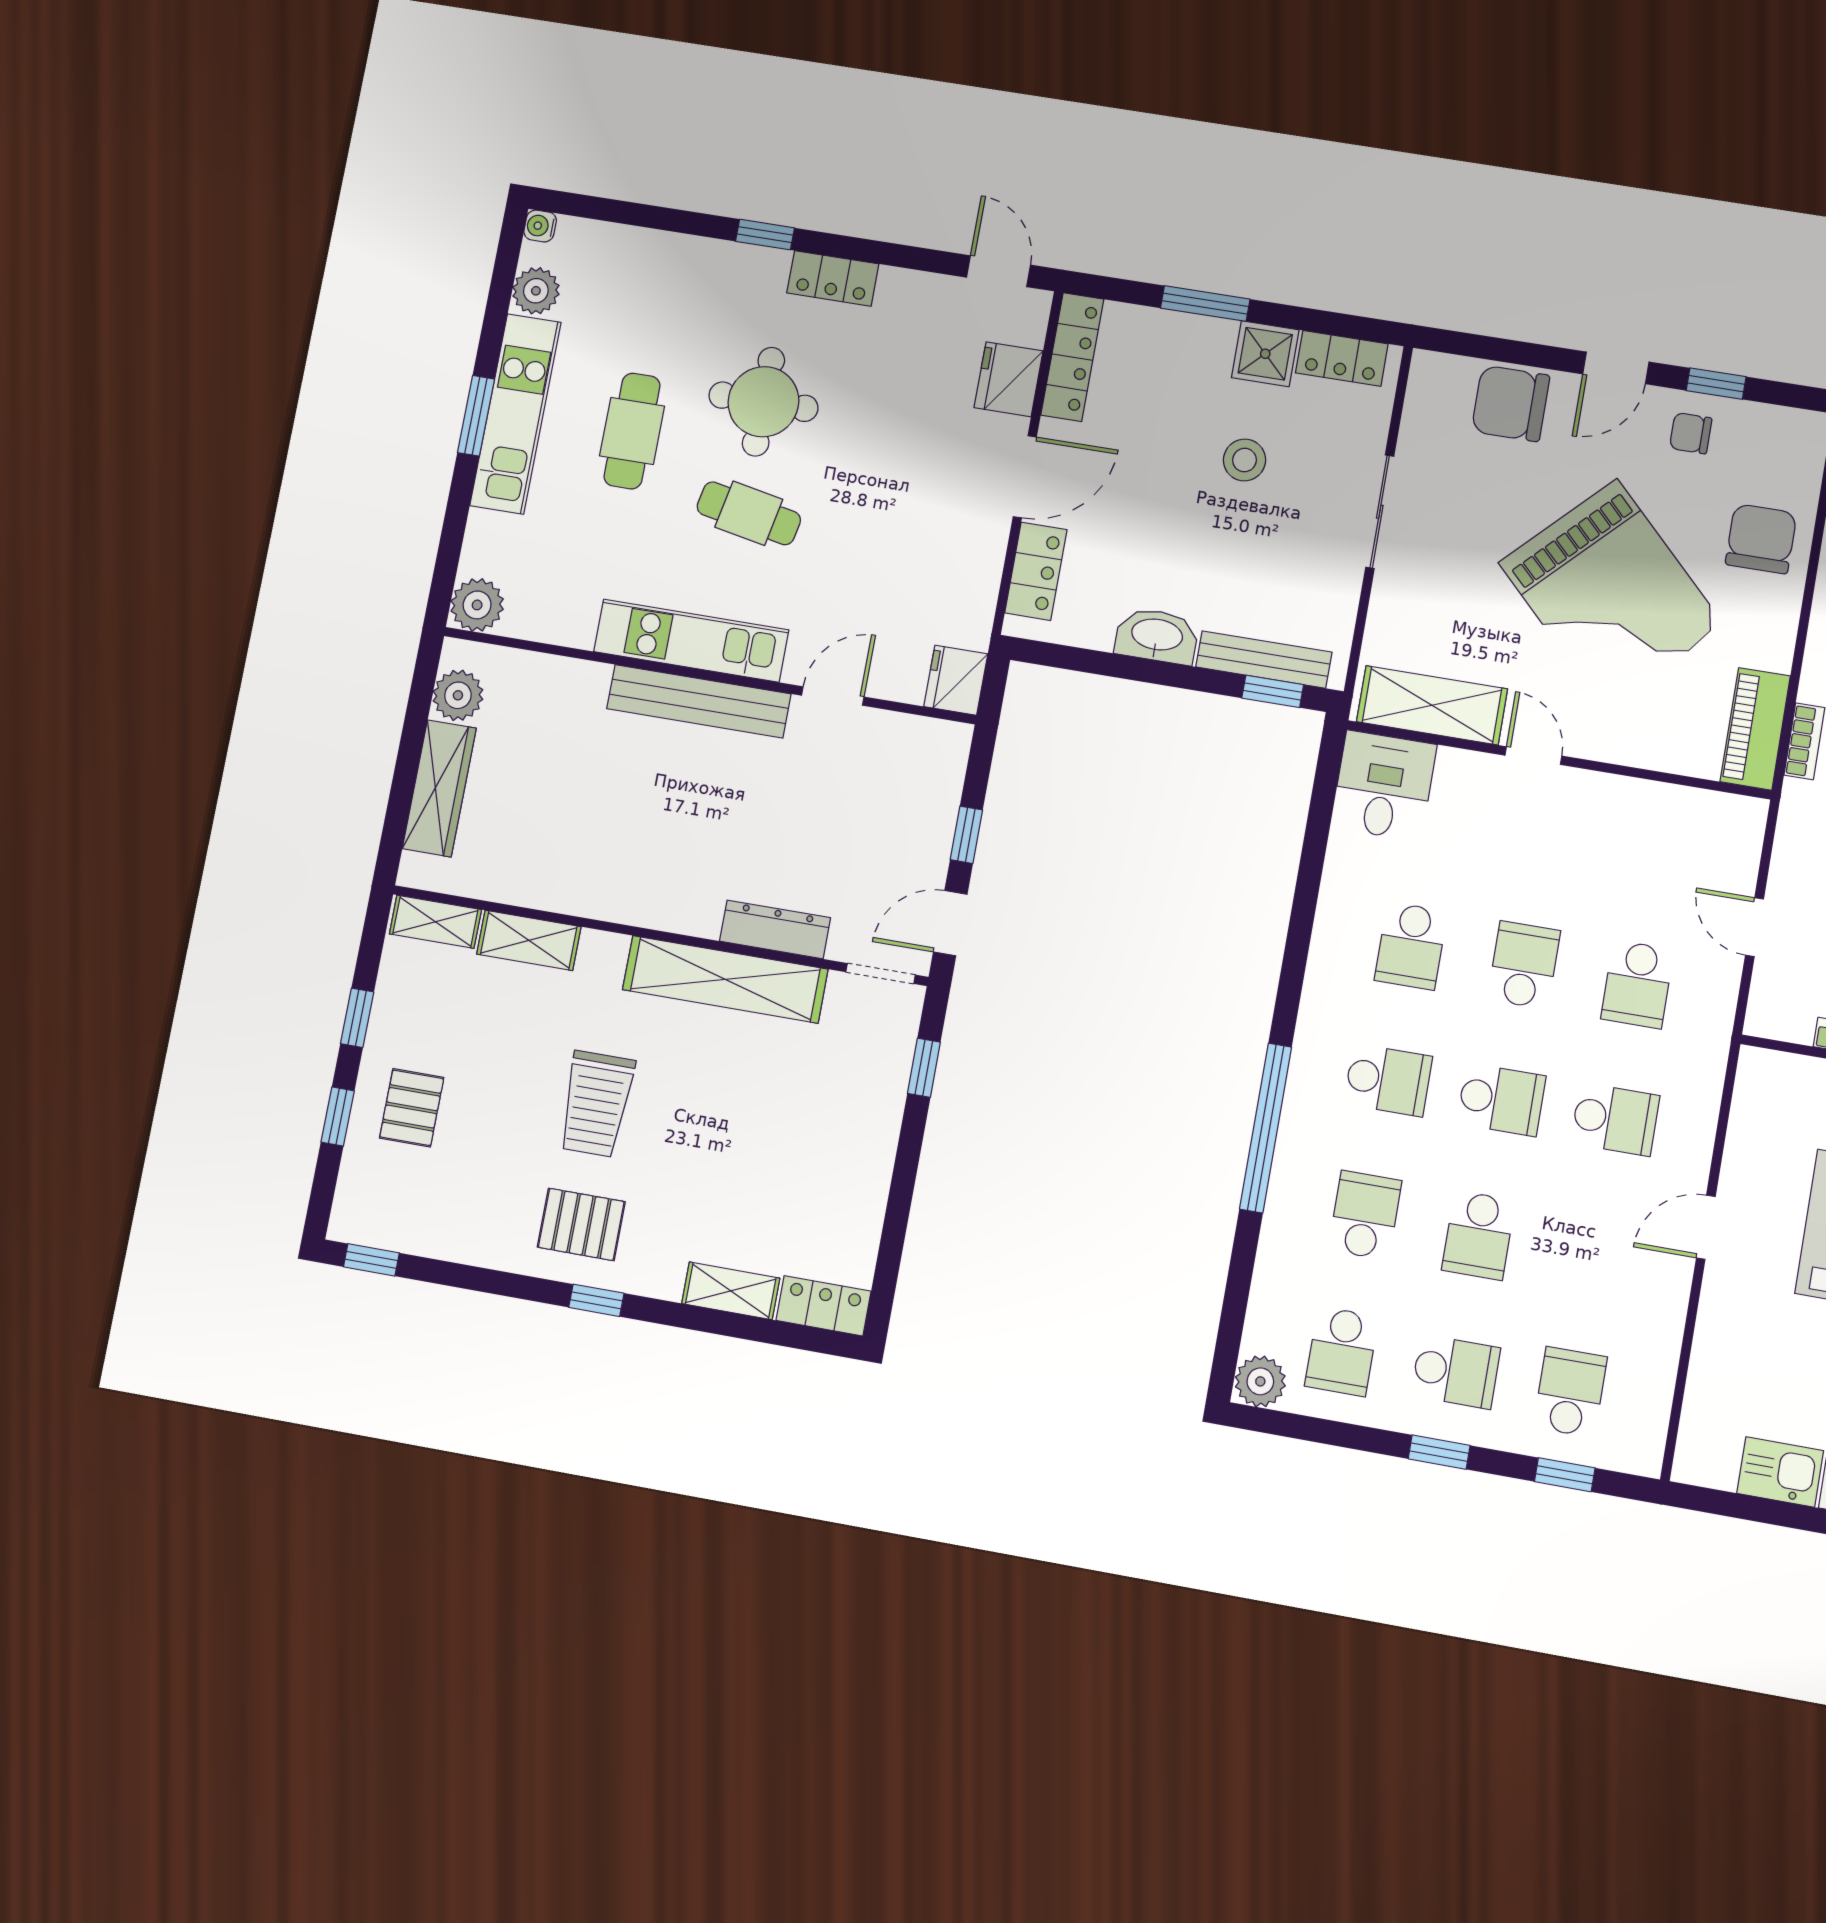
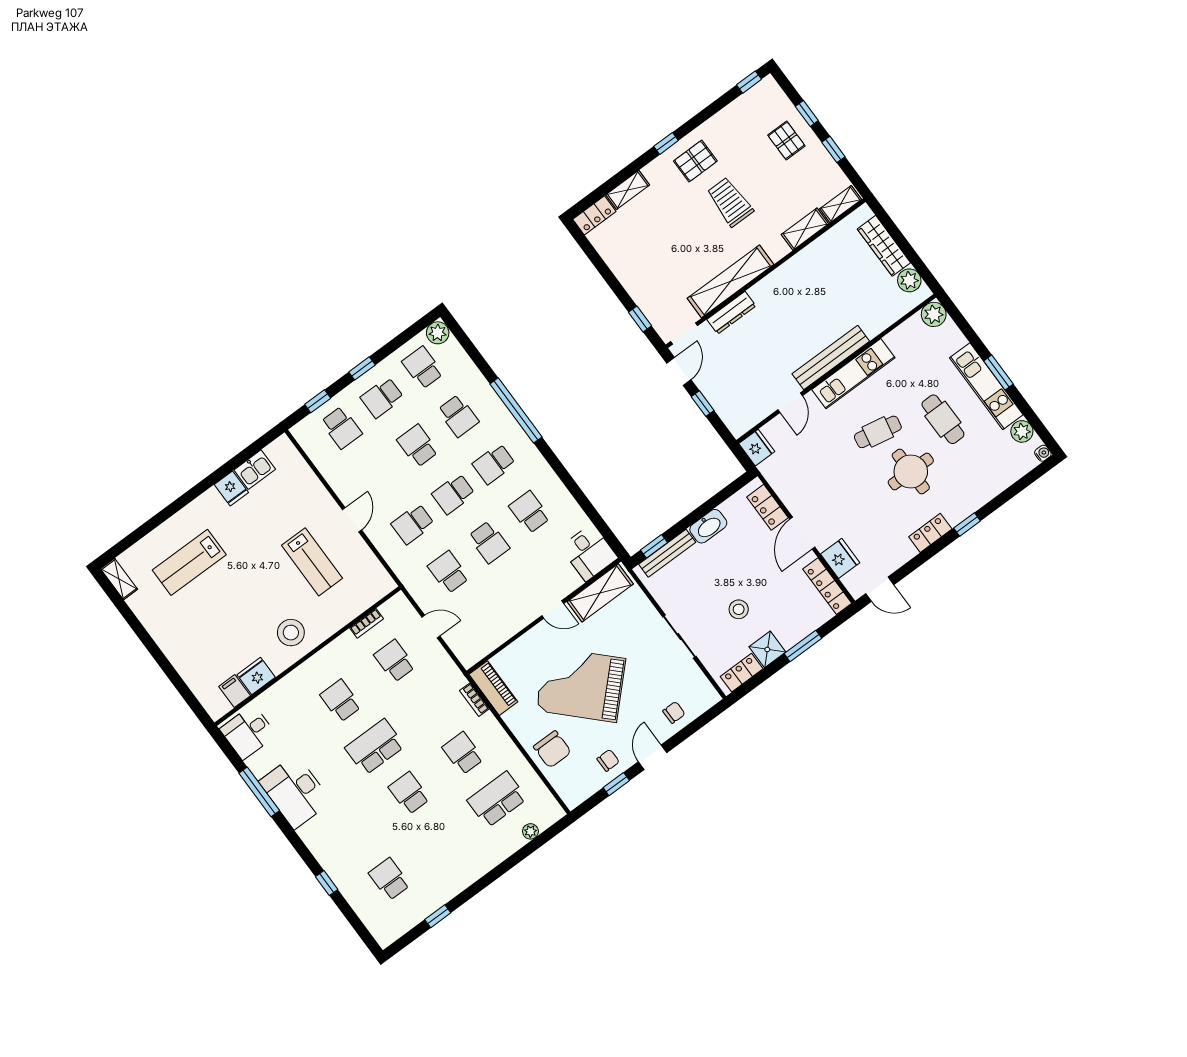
chair: (1511, 403) -> (674, 712), width x0.54, depth x0.54

